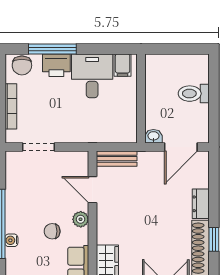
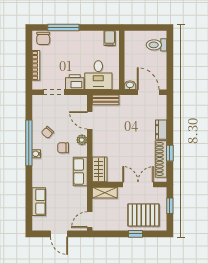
printer: (56, 65) -> (75, 82), moved, turned 180
desk: (92, 76) -> (98, 75), moved, turned 180
toilet: (194, 94) -> (156, 45), moved
door: (181, 147) -> (148, 92), swing flipped
chair: (29, 208) -> (48, 132), added

